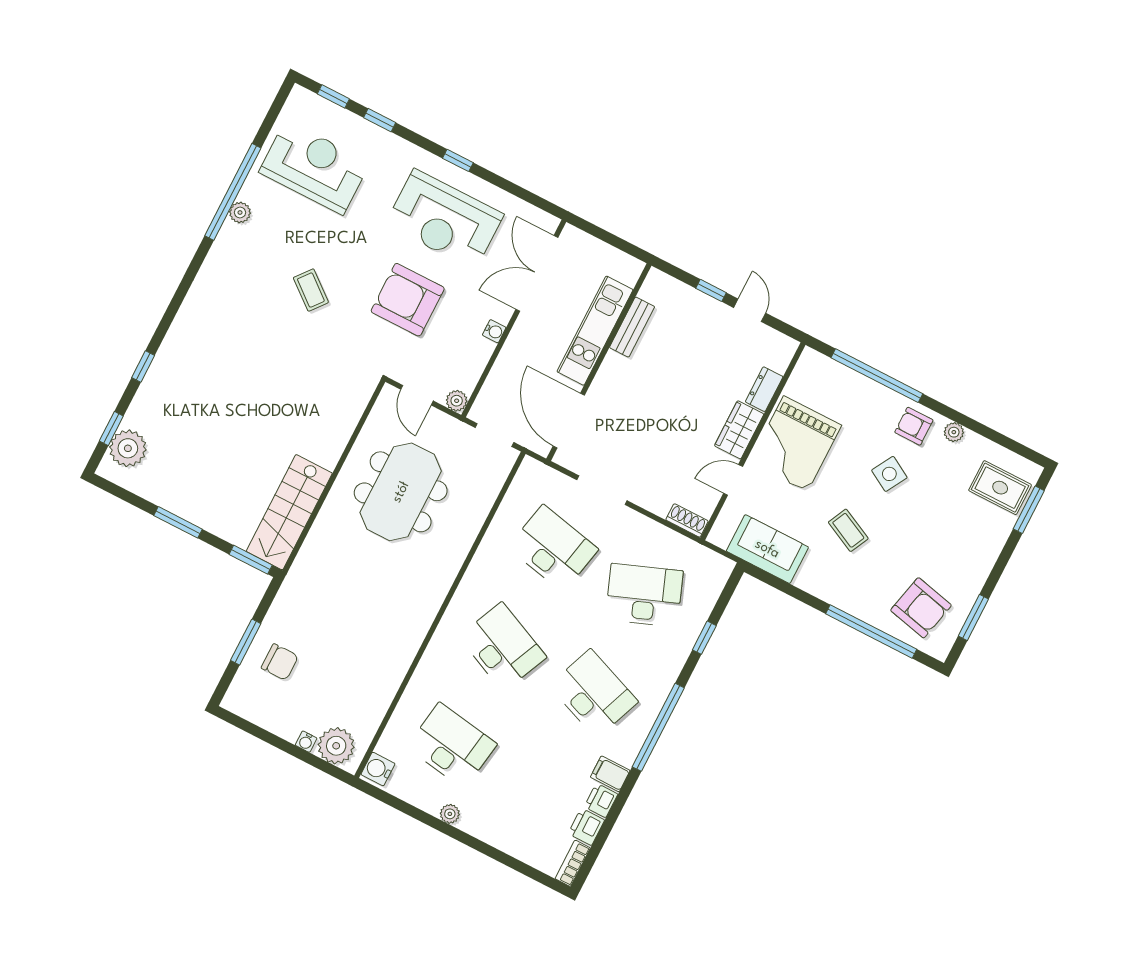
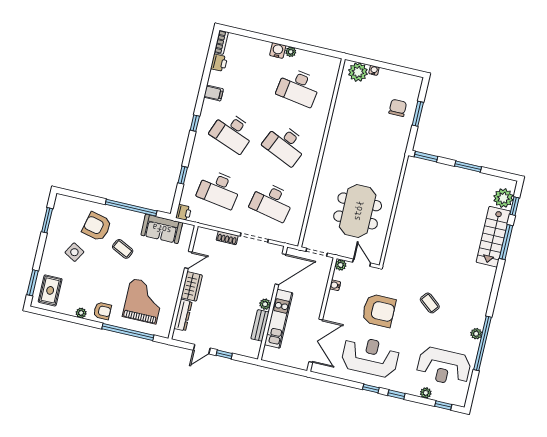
window: (380, 120) -> (396, 394), moved
plant: (360, 127) -> (426, 393), added
door: (750, 310) -> (202, 349), hinge flipped
water cooler: (494, 331) -> (335, 285), moved
plant: (613, 364) -> (265, 304), added
window: (143, 367) -> (506, 242), width x2.17
dresser: (764, 389) -> (183, 315), width x1.44
door: (569, 421) -> (280, 269), hinge flipped
grand piano: (796, 444) -> (143, 301), moved
side table: (889, 474) -> (74, 252), moved
rug: (1000, 488) -> (50, 290), turned 90
stairs: (289, 512) -> (493, 237), moved, turned 180
shoe rack: (687, 520) -> (227, 238), moved
desk: (644, 595) -> (219, 189), turned 30
armchair: (921, 608) -> (97, 227), moved
window: (871, 632) -> (131, 208), moved
chair: (280, 662) -> (398, 108), turned 90
window: (658, 727) -> (195, 123), width x0.32
water cooler: (378, 769) -> (278, 50), moved, turned -90
printer: (601, 800) -> (184, 212), moved

